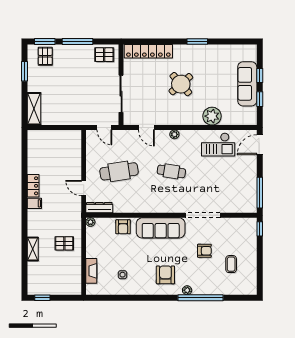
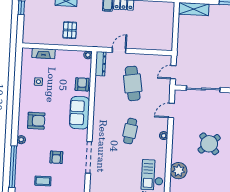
armchair: (123, 227) -> (82, 84), turned 90
sofa: (161, 228) -> (80, 113), width x0.73
window: (201, 298) -> (13, 167), moved

